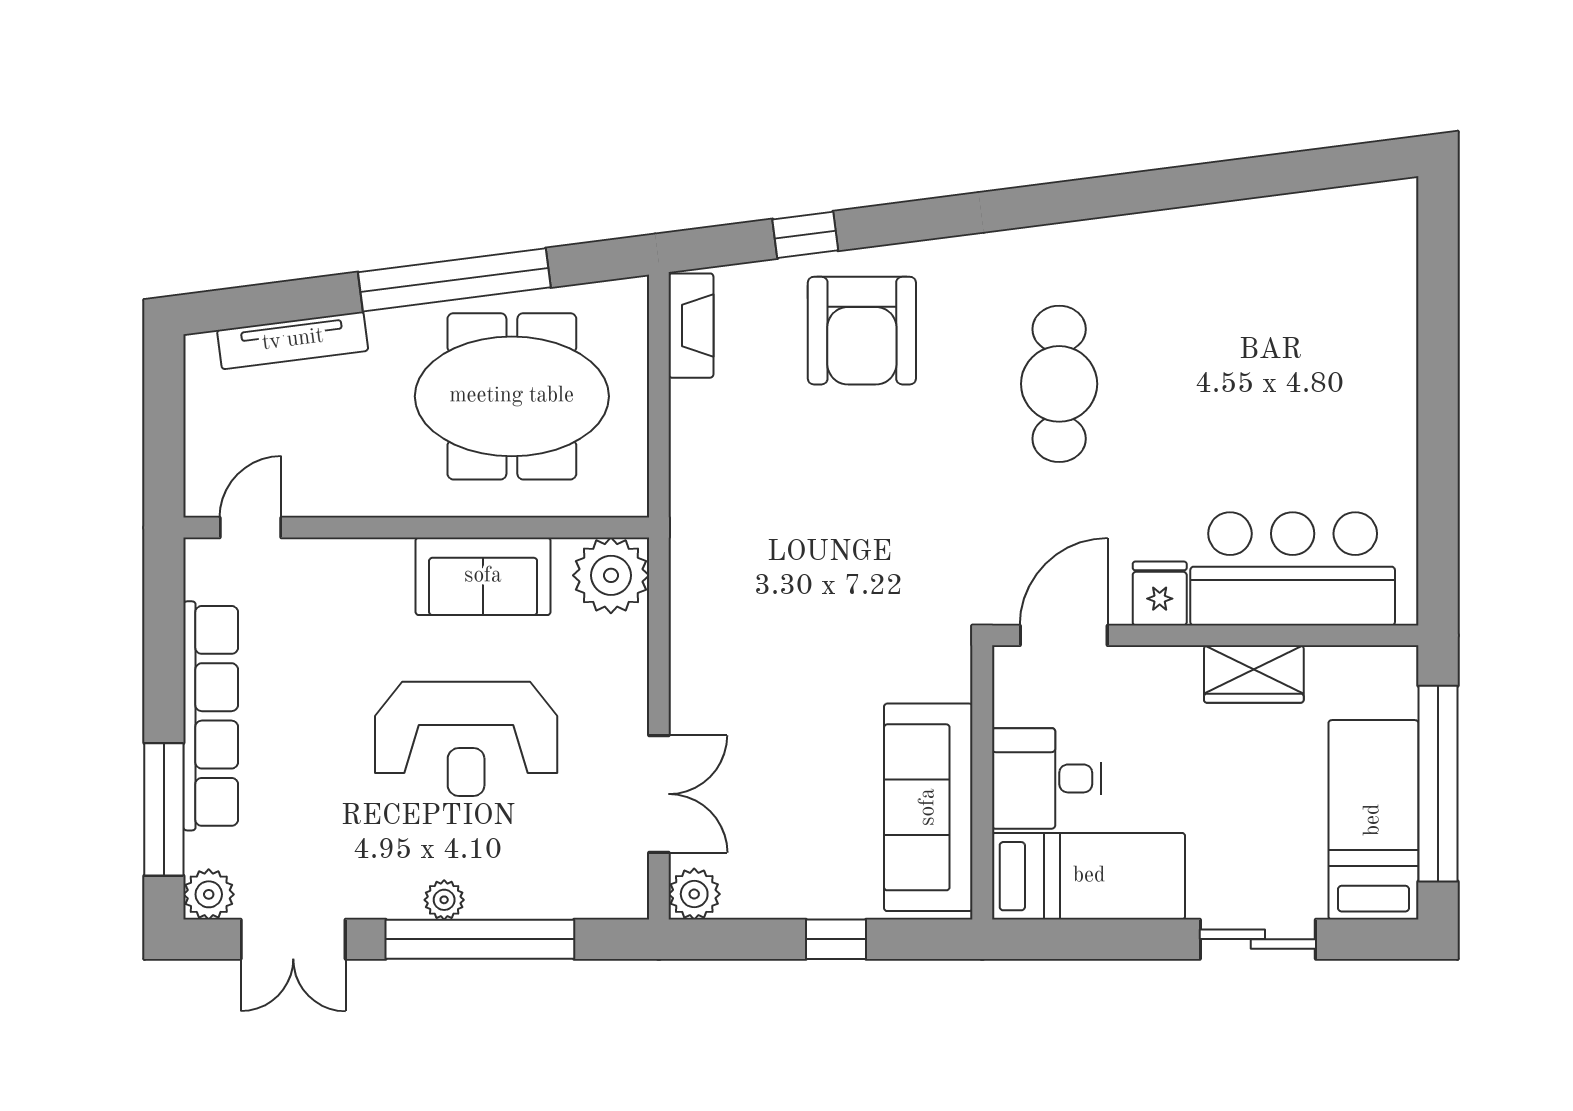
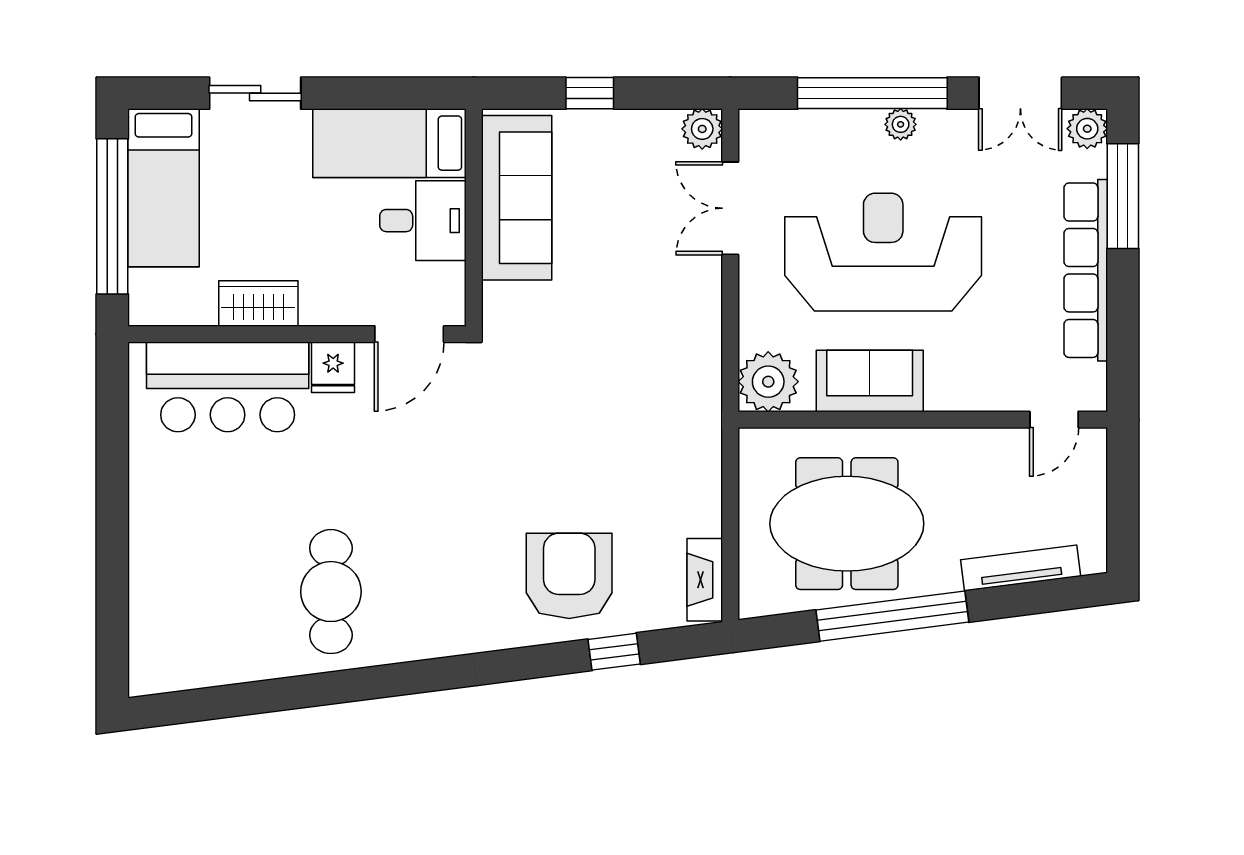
cafe table: (1059, 384) -> (331, 592), moved
reception desk: (466, 739) -> (883, 252), width x1.36, depth x1.30
double door: (293, 939) -> (1020, 93), swing flipped

